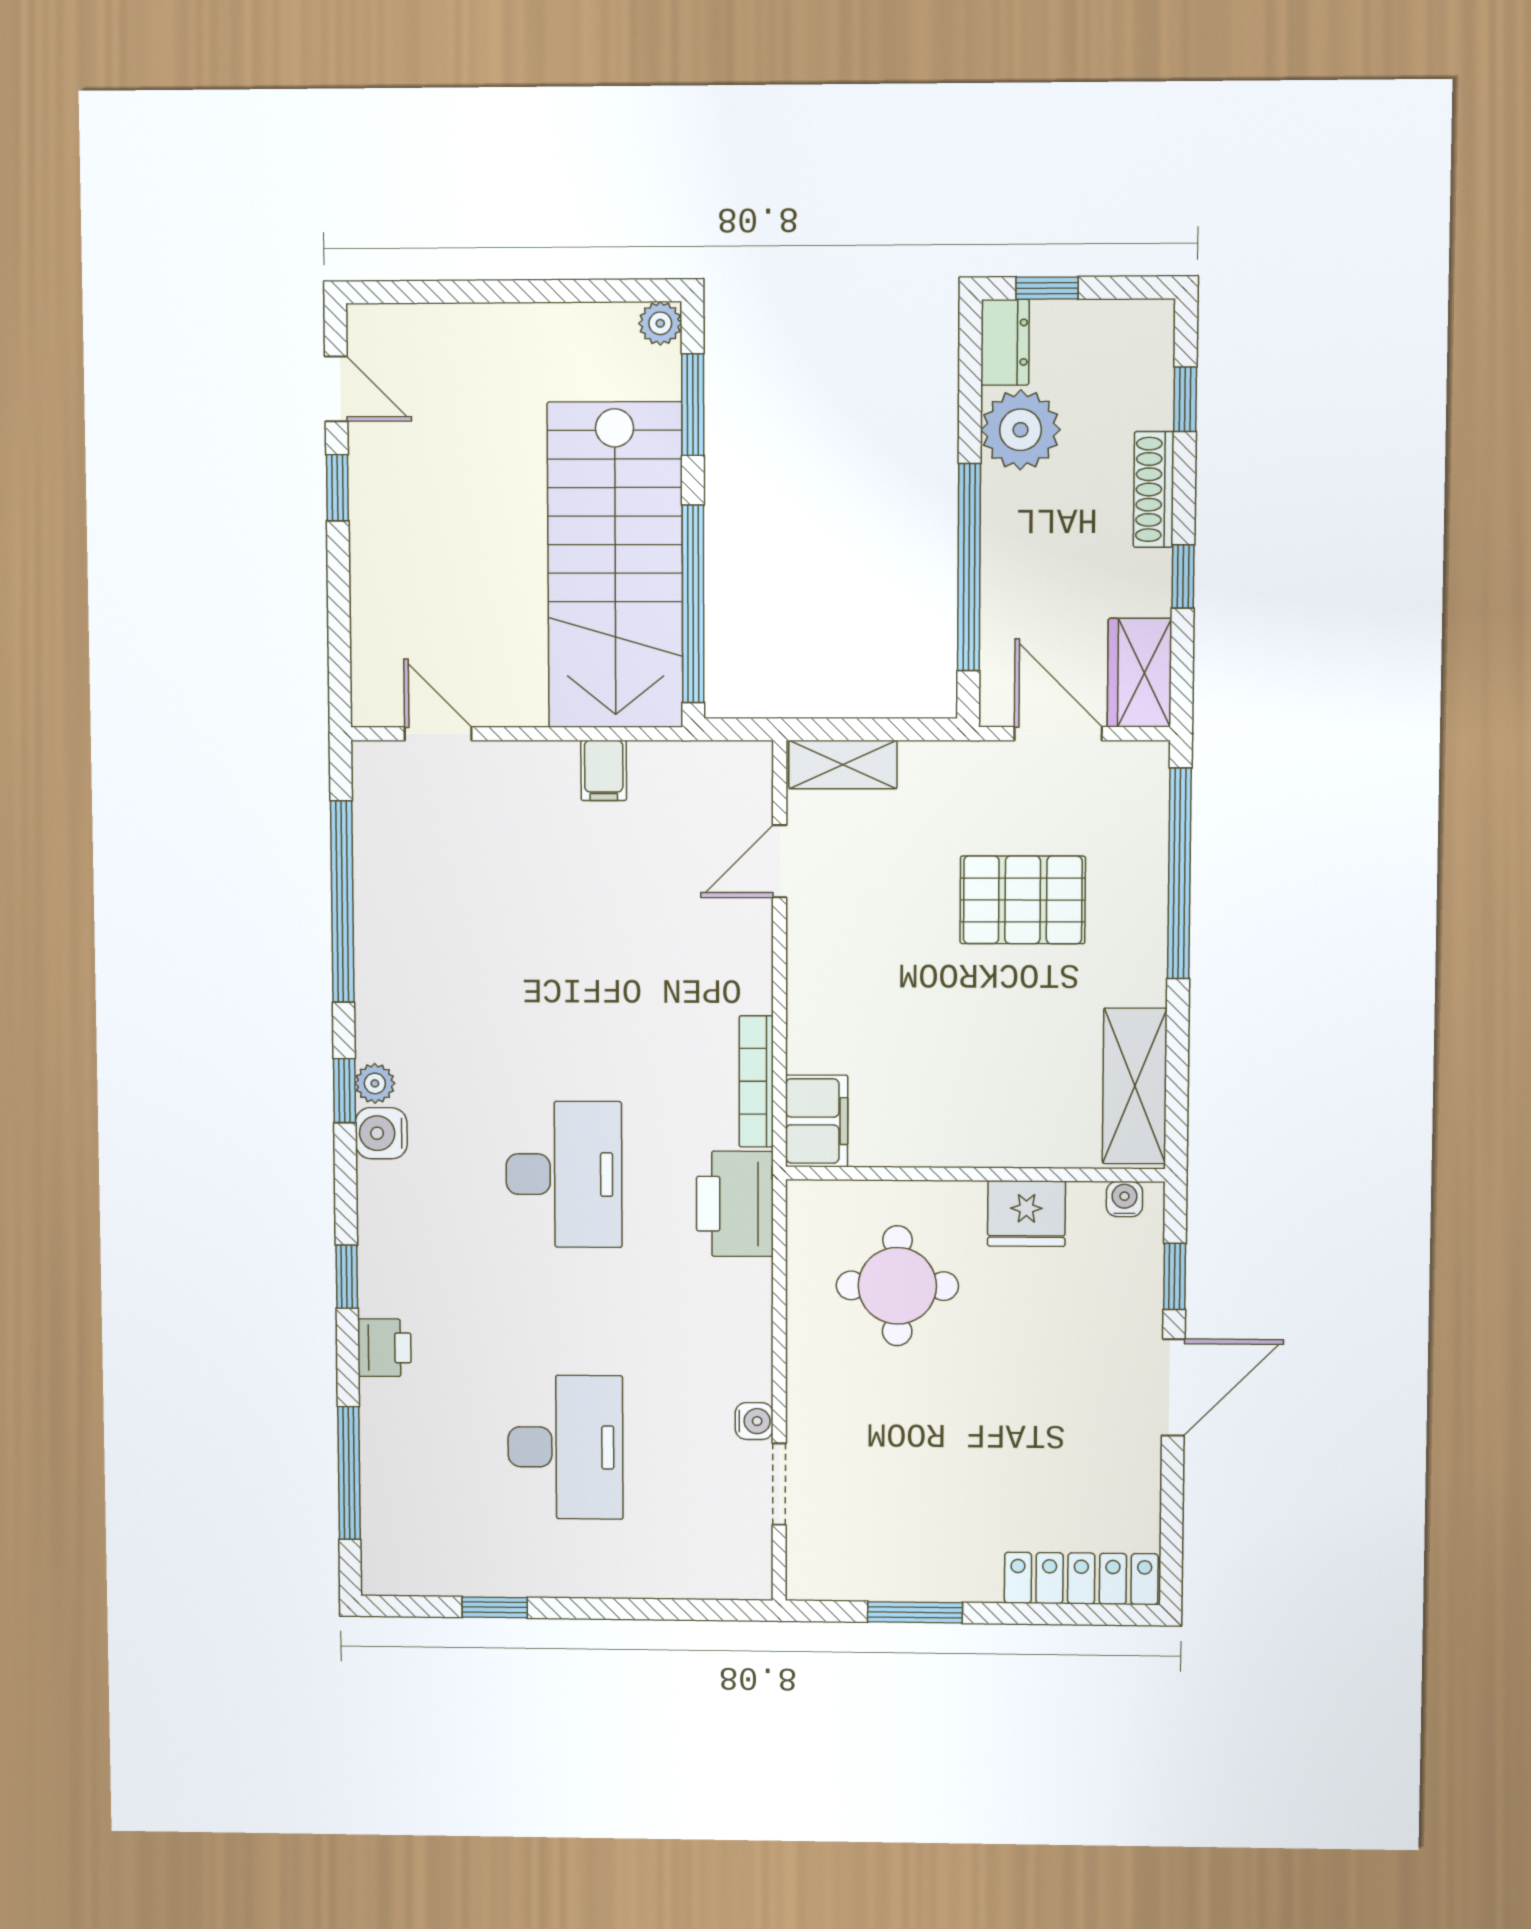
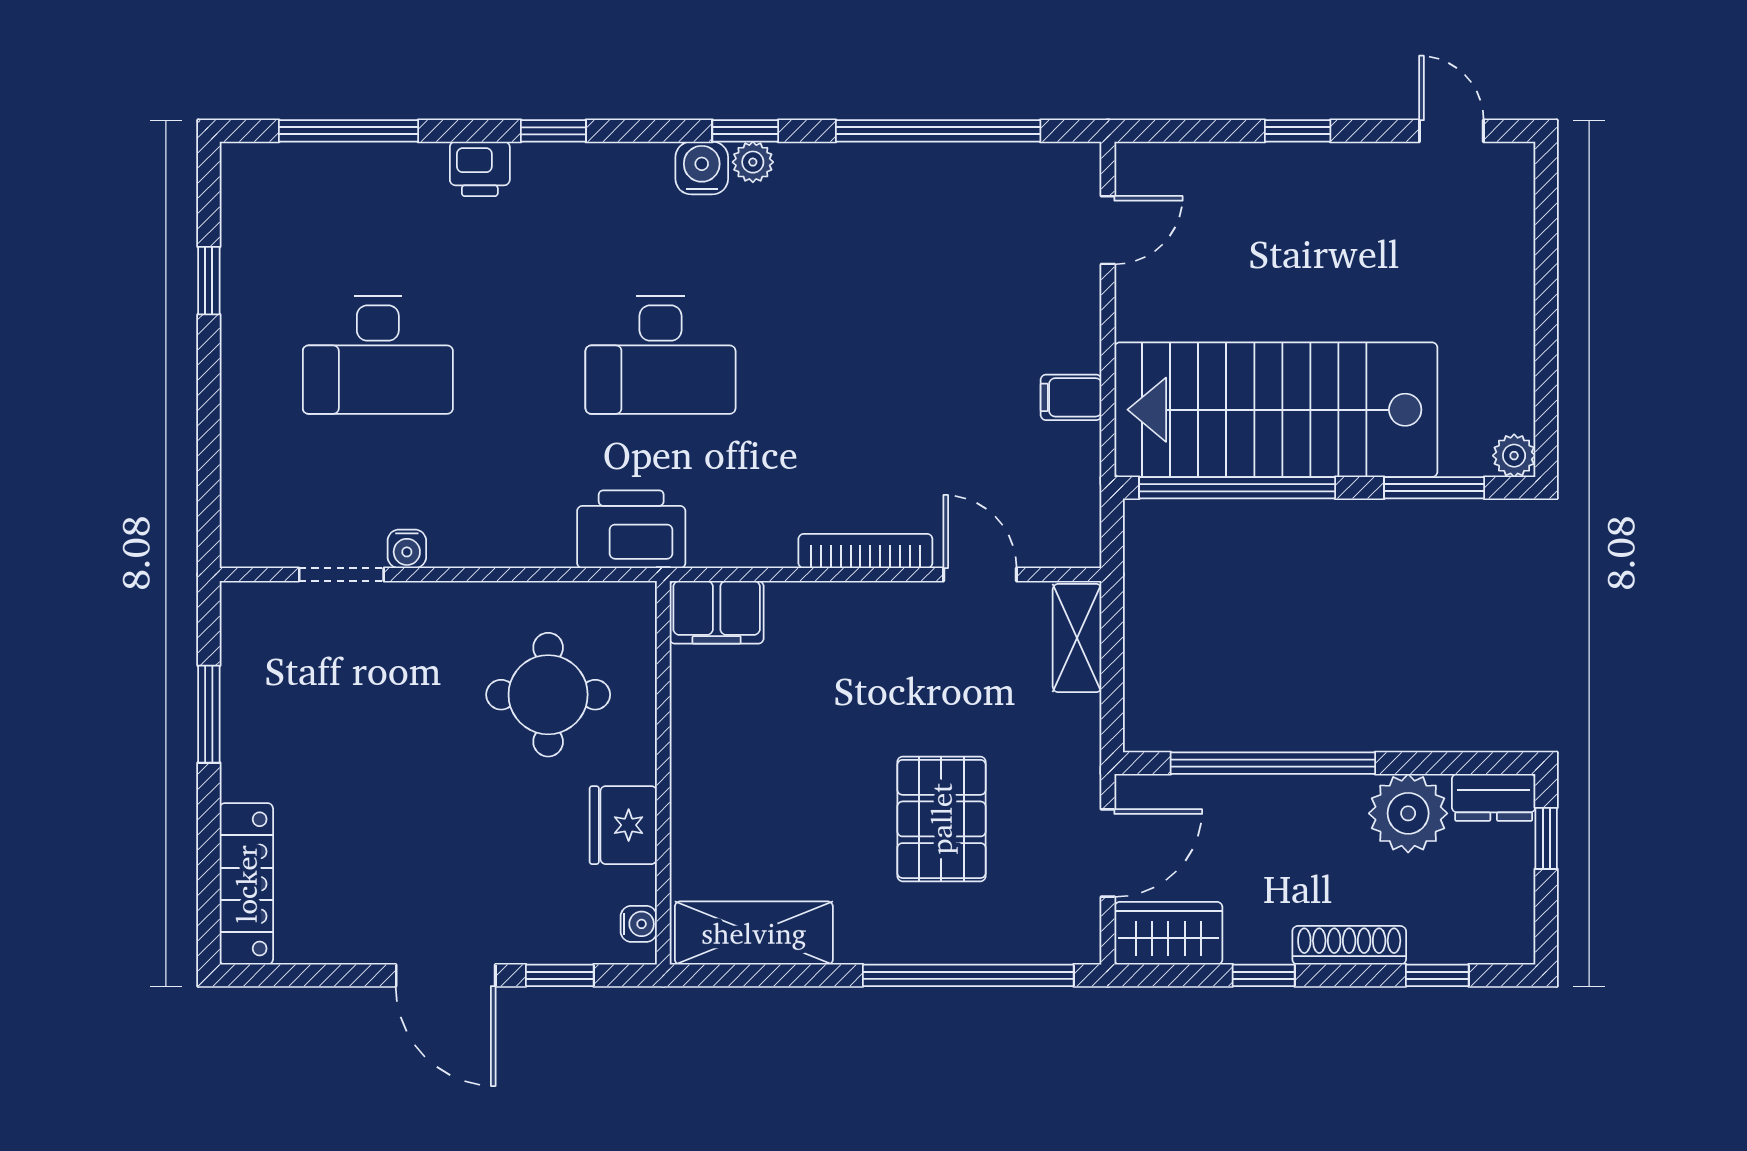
door: (336, 389) -> (1451, 131), swing flipped
window: (337, 488) -> (1298, 131), moved
bookcase: (756, 1081) -> (865, 551), moved

